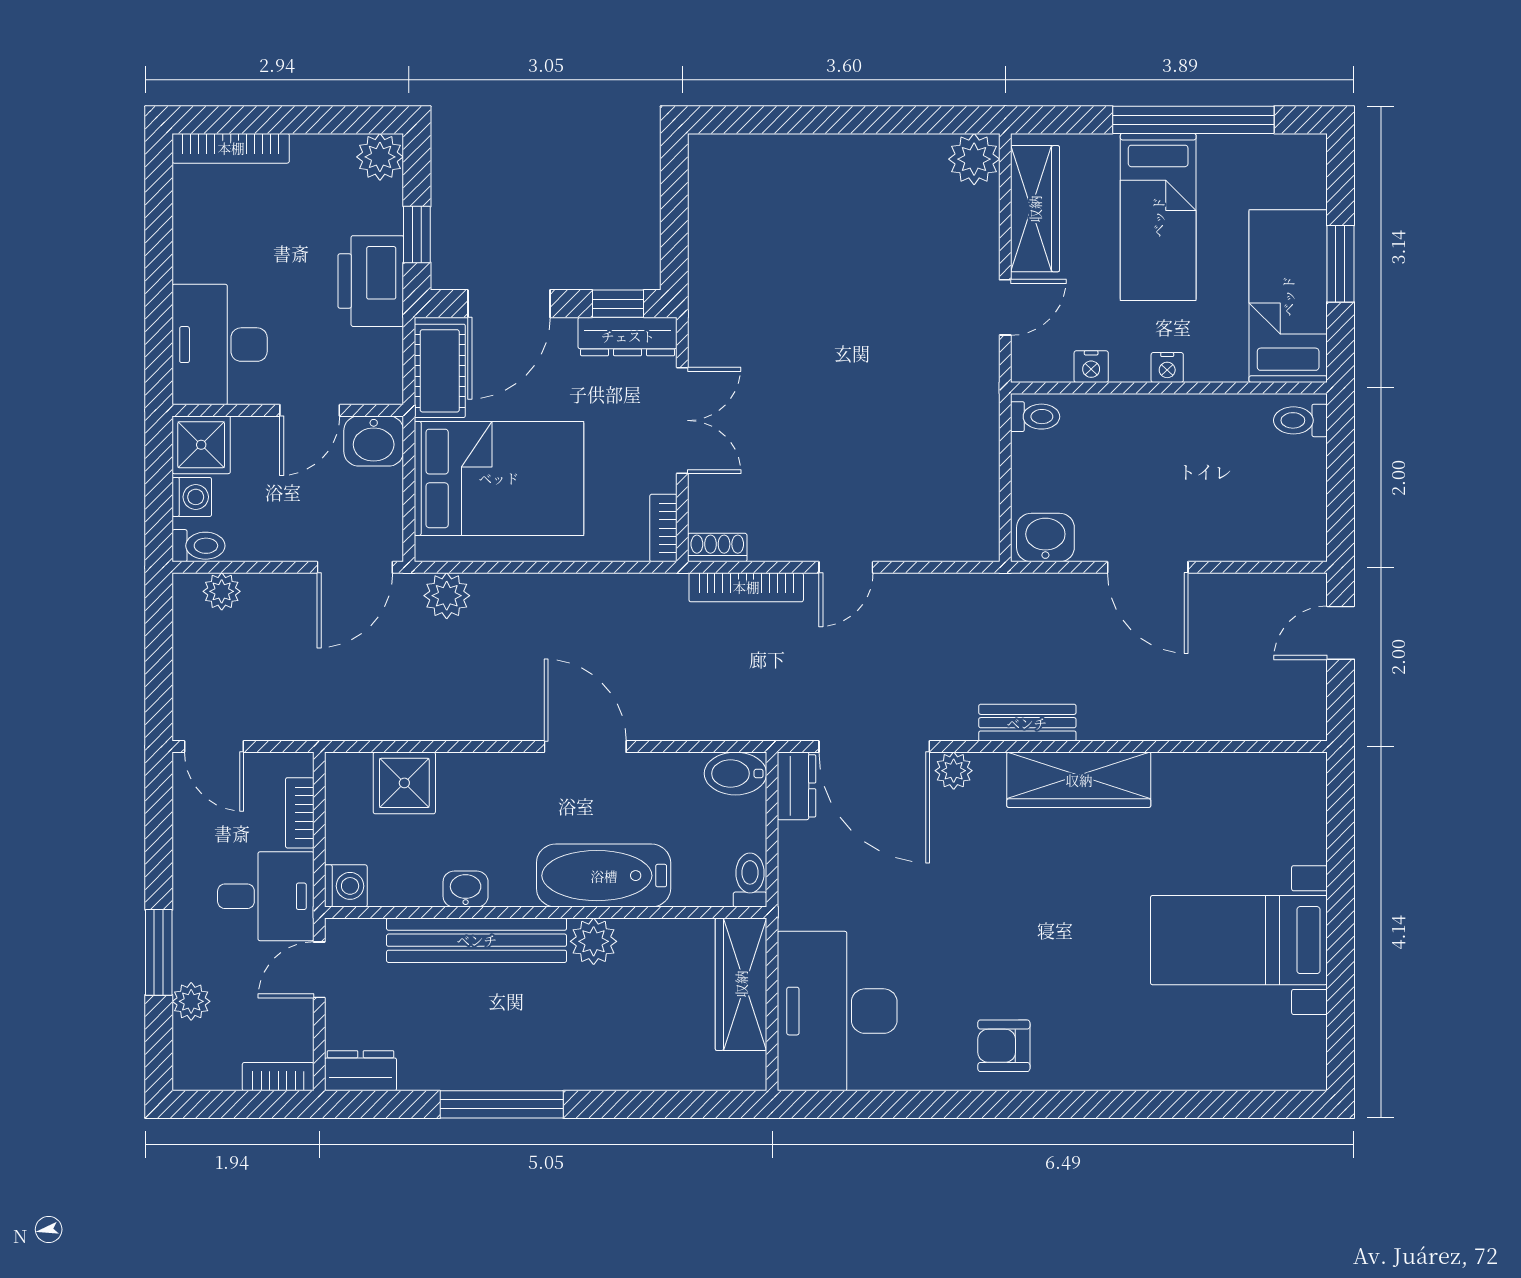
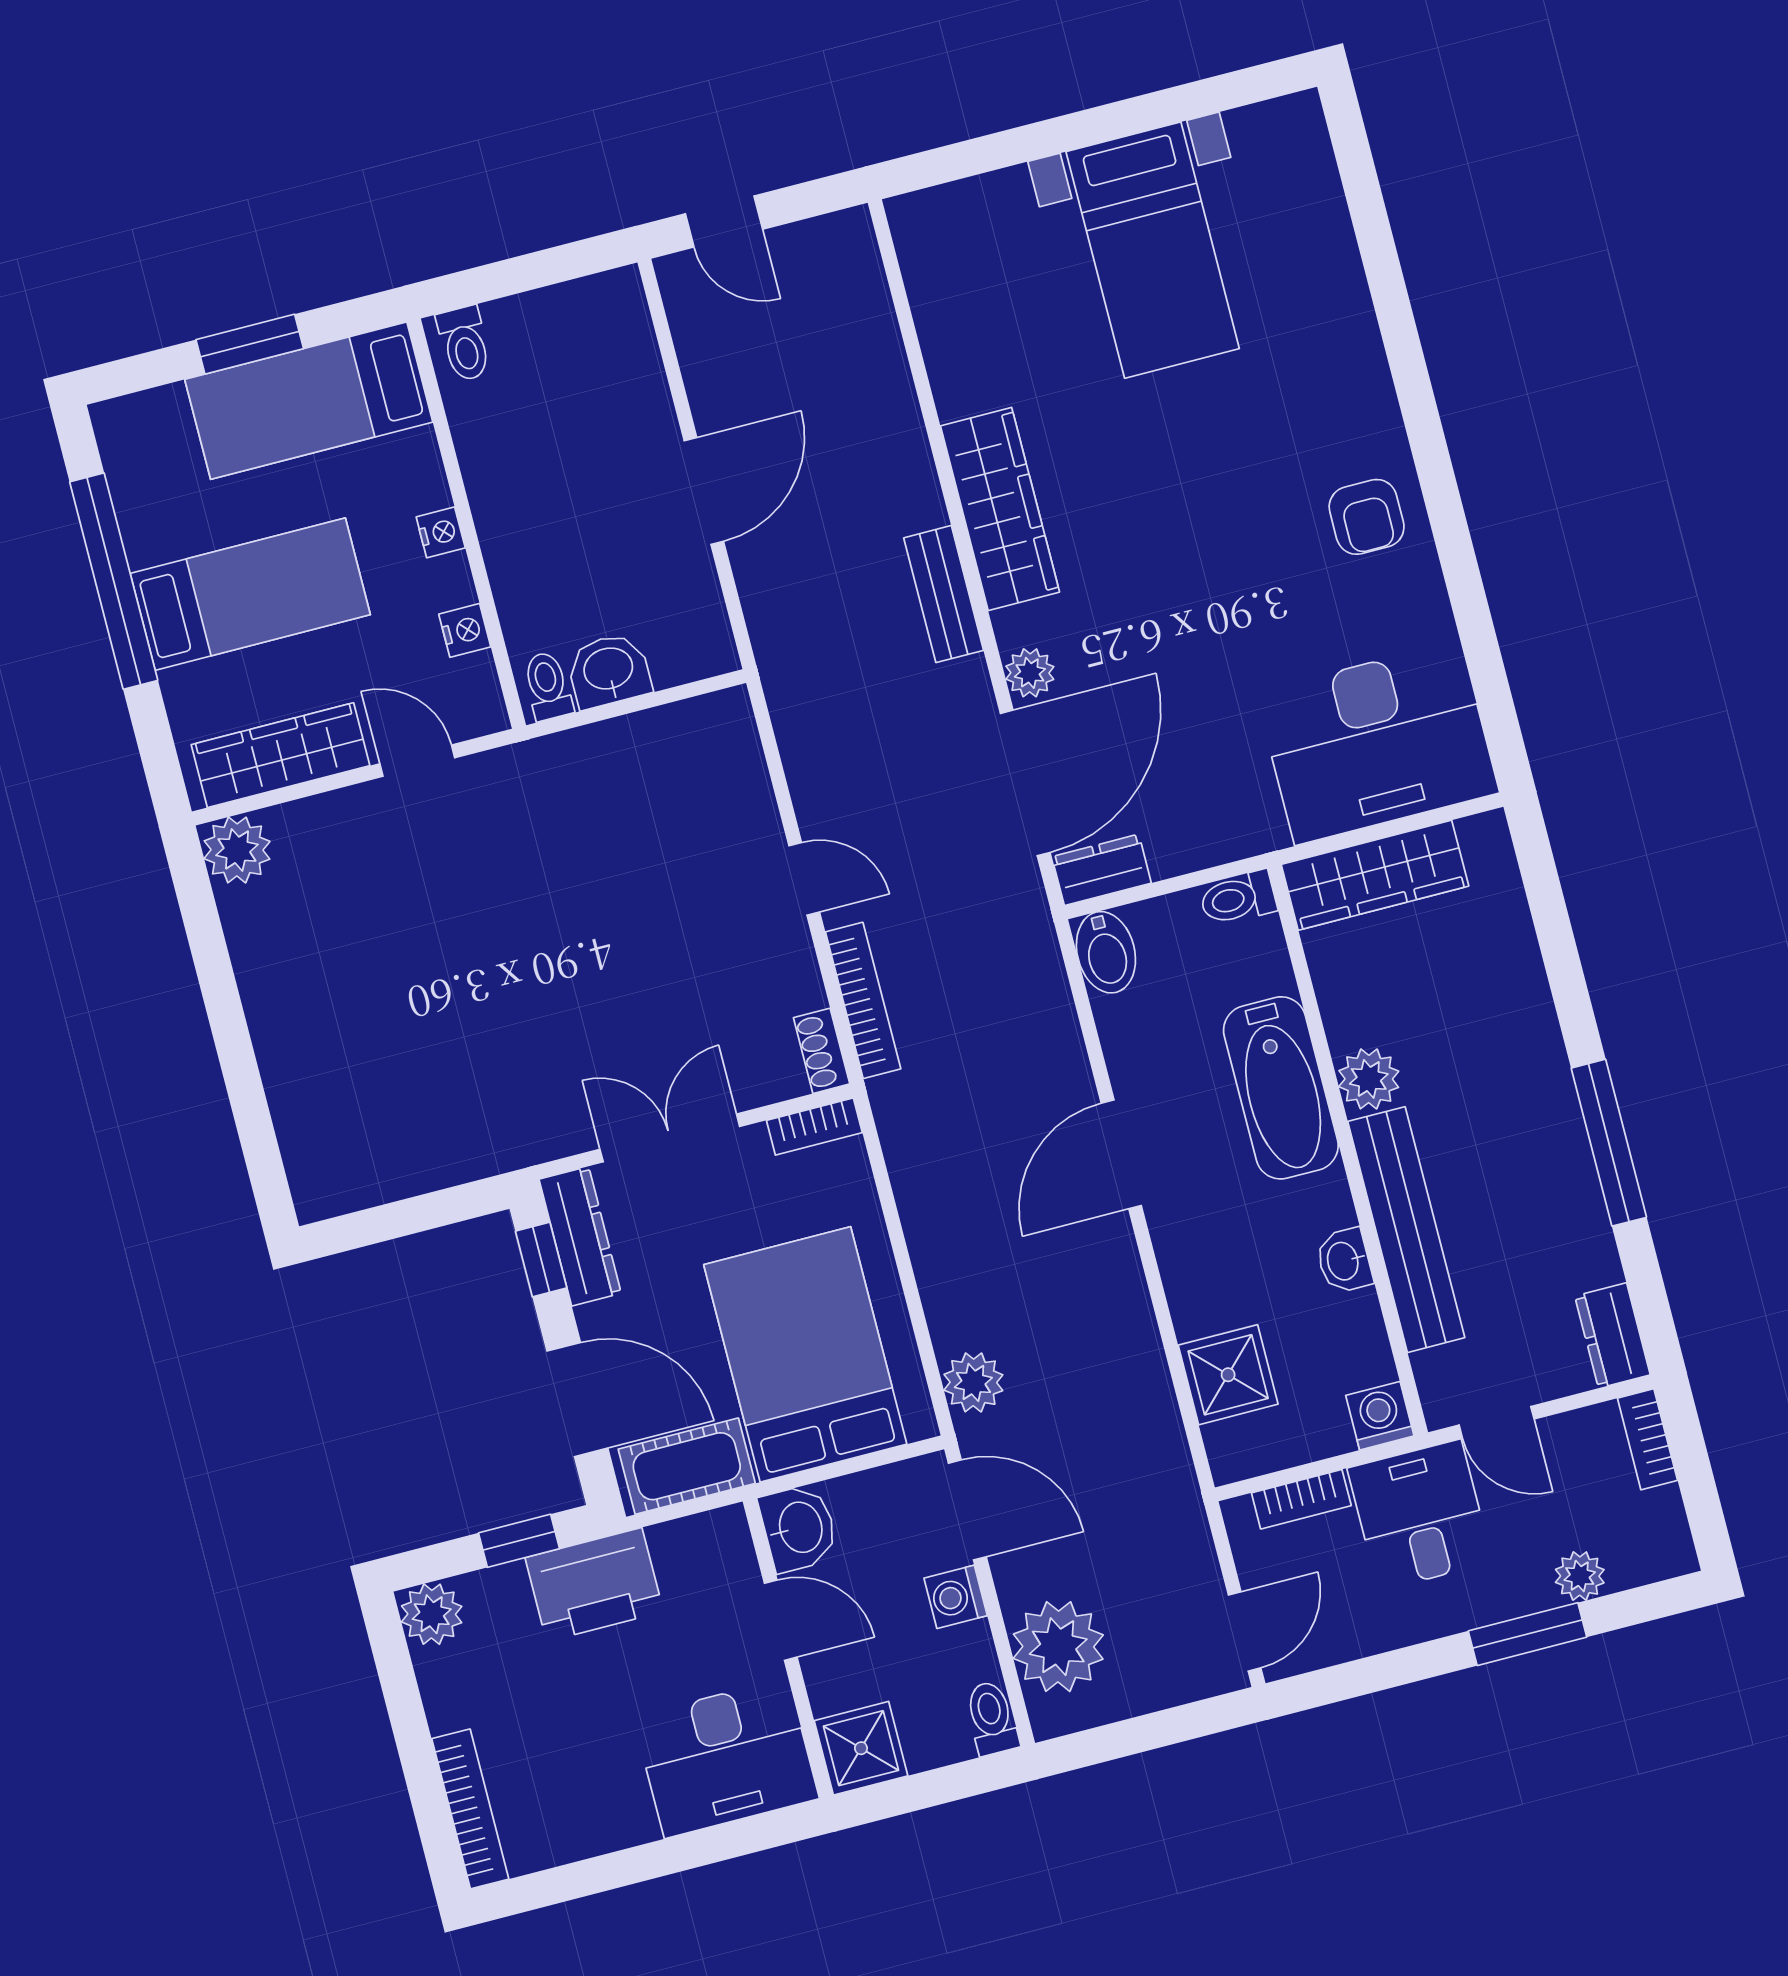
washing machine: (192, 497) -> (956, 1597), moved, turned -90
washbasin: (1045, 538) -> (609, 670), moved, turned 90
plant: (222, 591) -> (1058, 1647), width x1.88, depth x1.88

